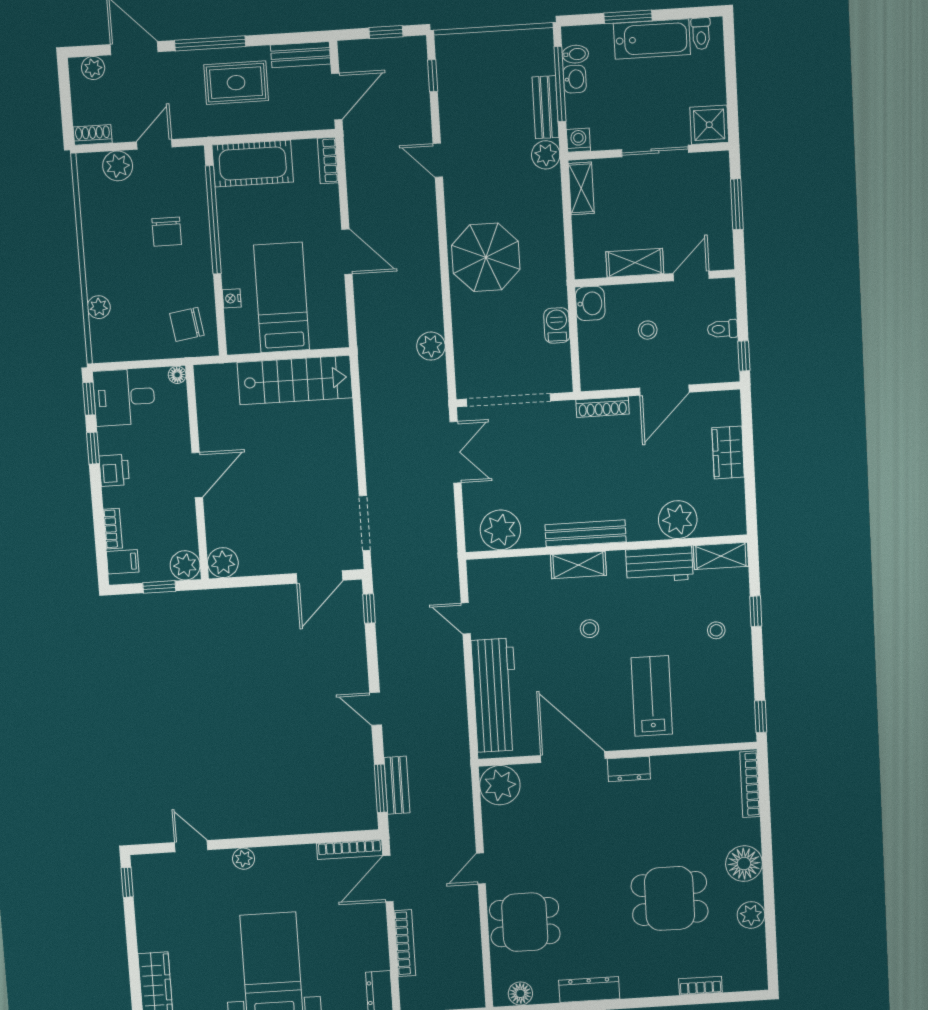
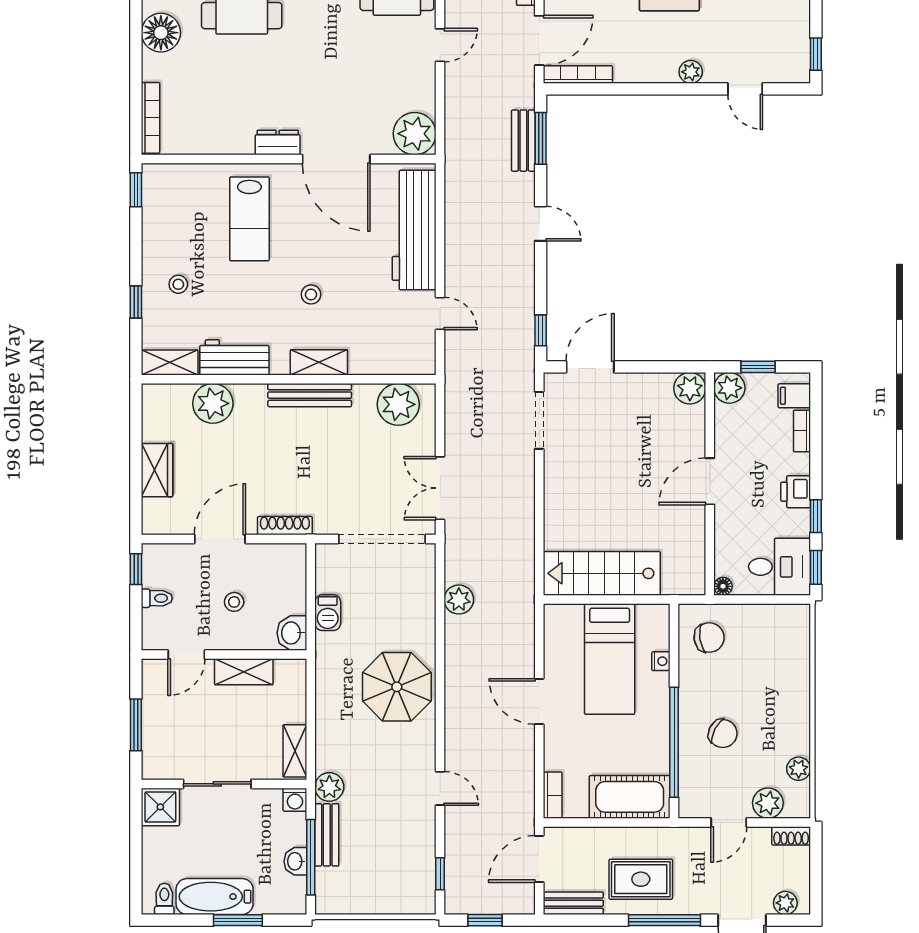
bidet: (575, 54) -> (293, 886), removed
chair: (167, 232) -> (723, 733), turned 117
plant: (99, 307) -> (799, 769), moved

